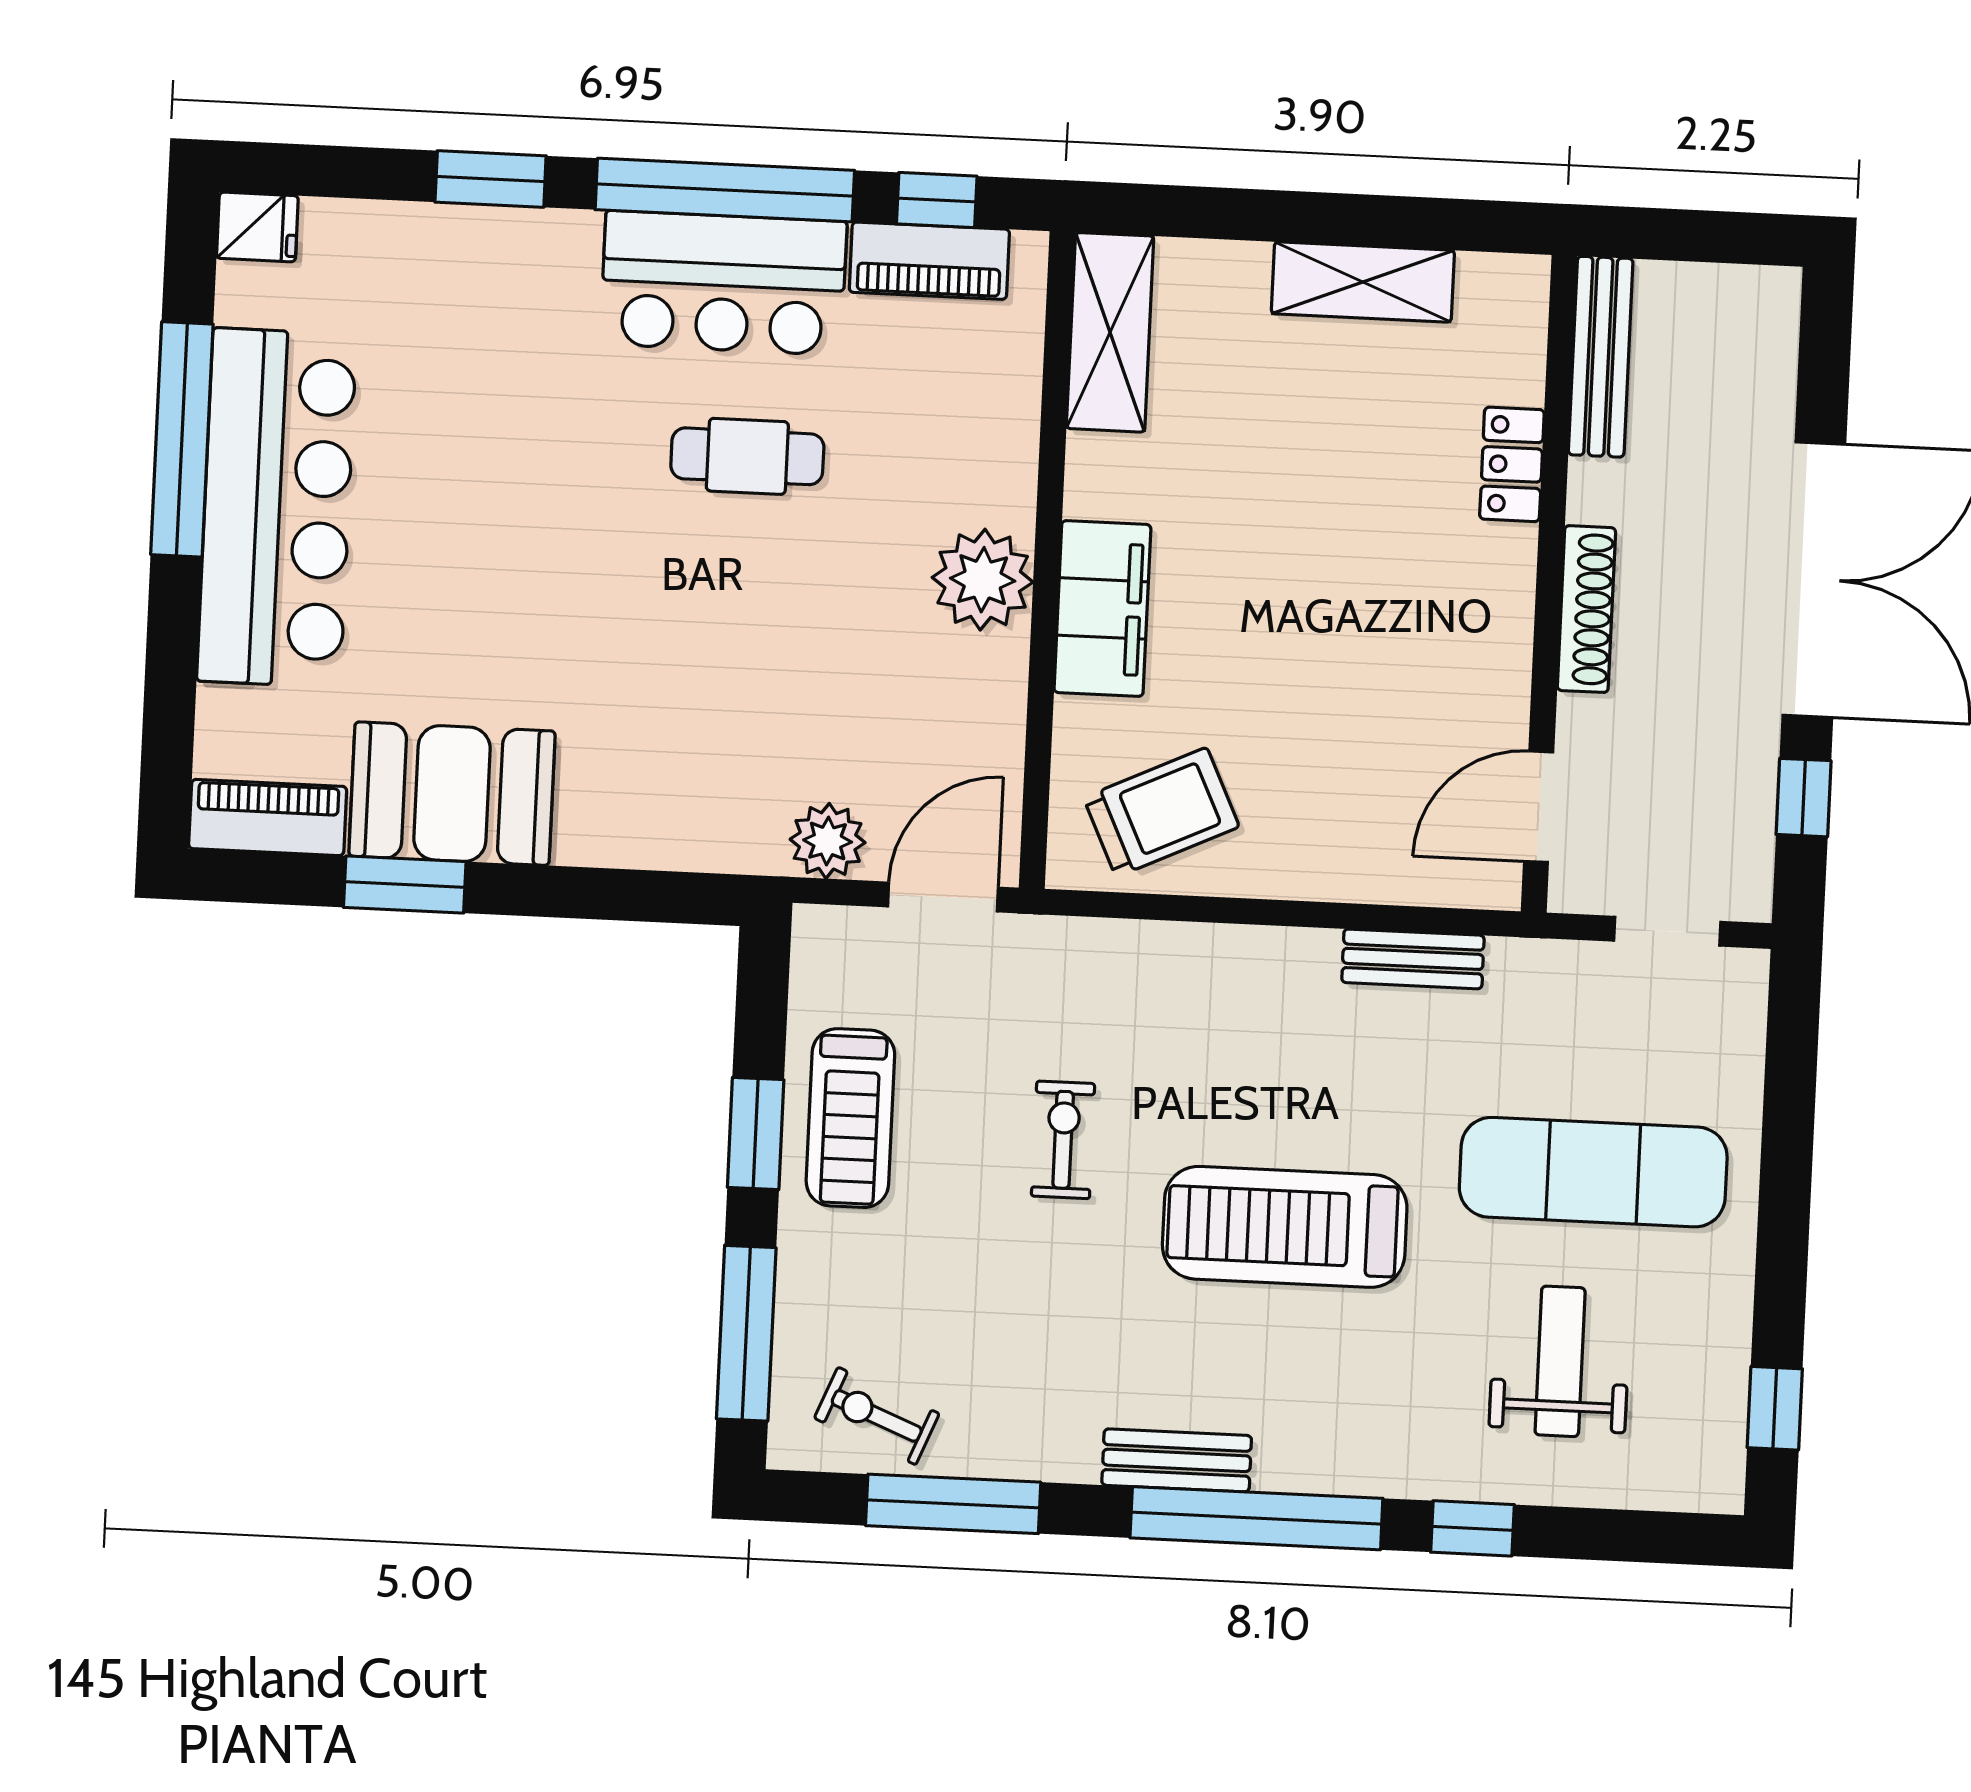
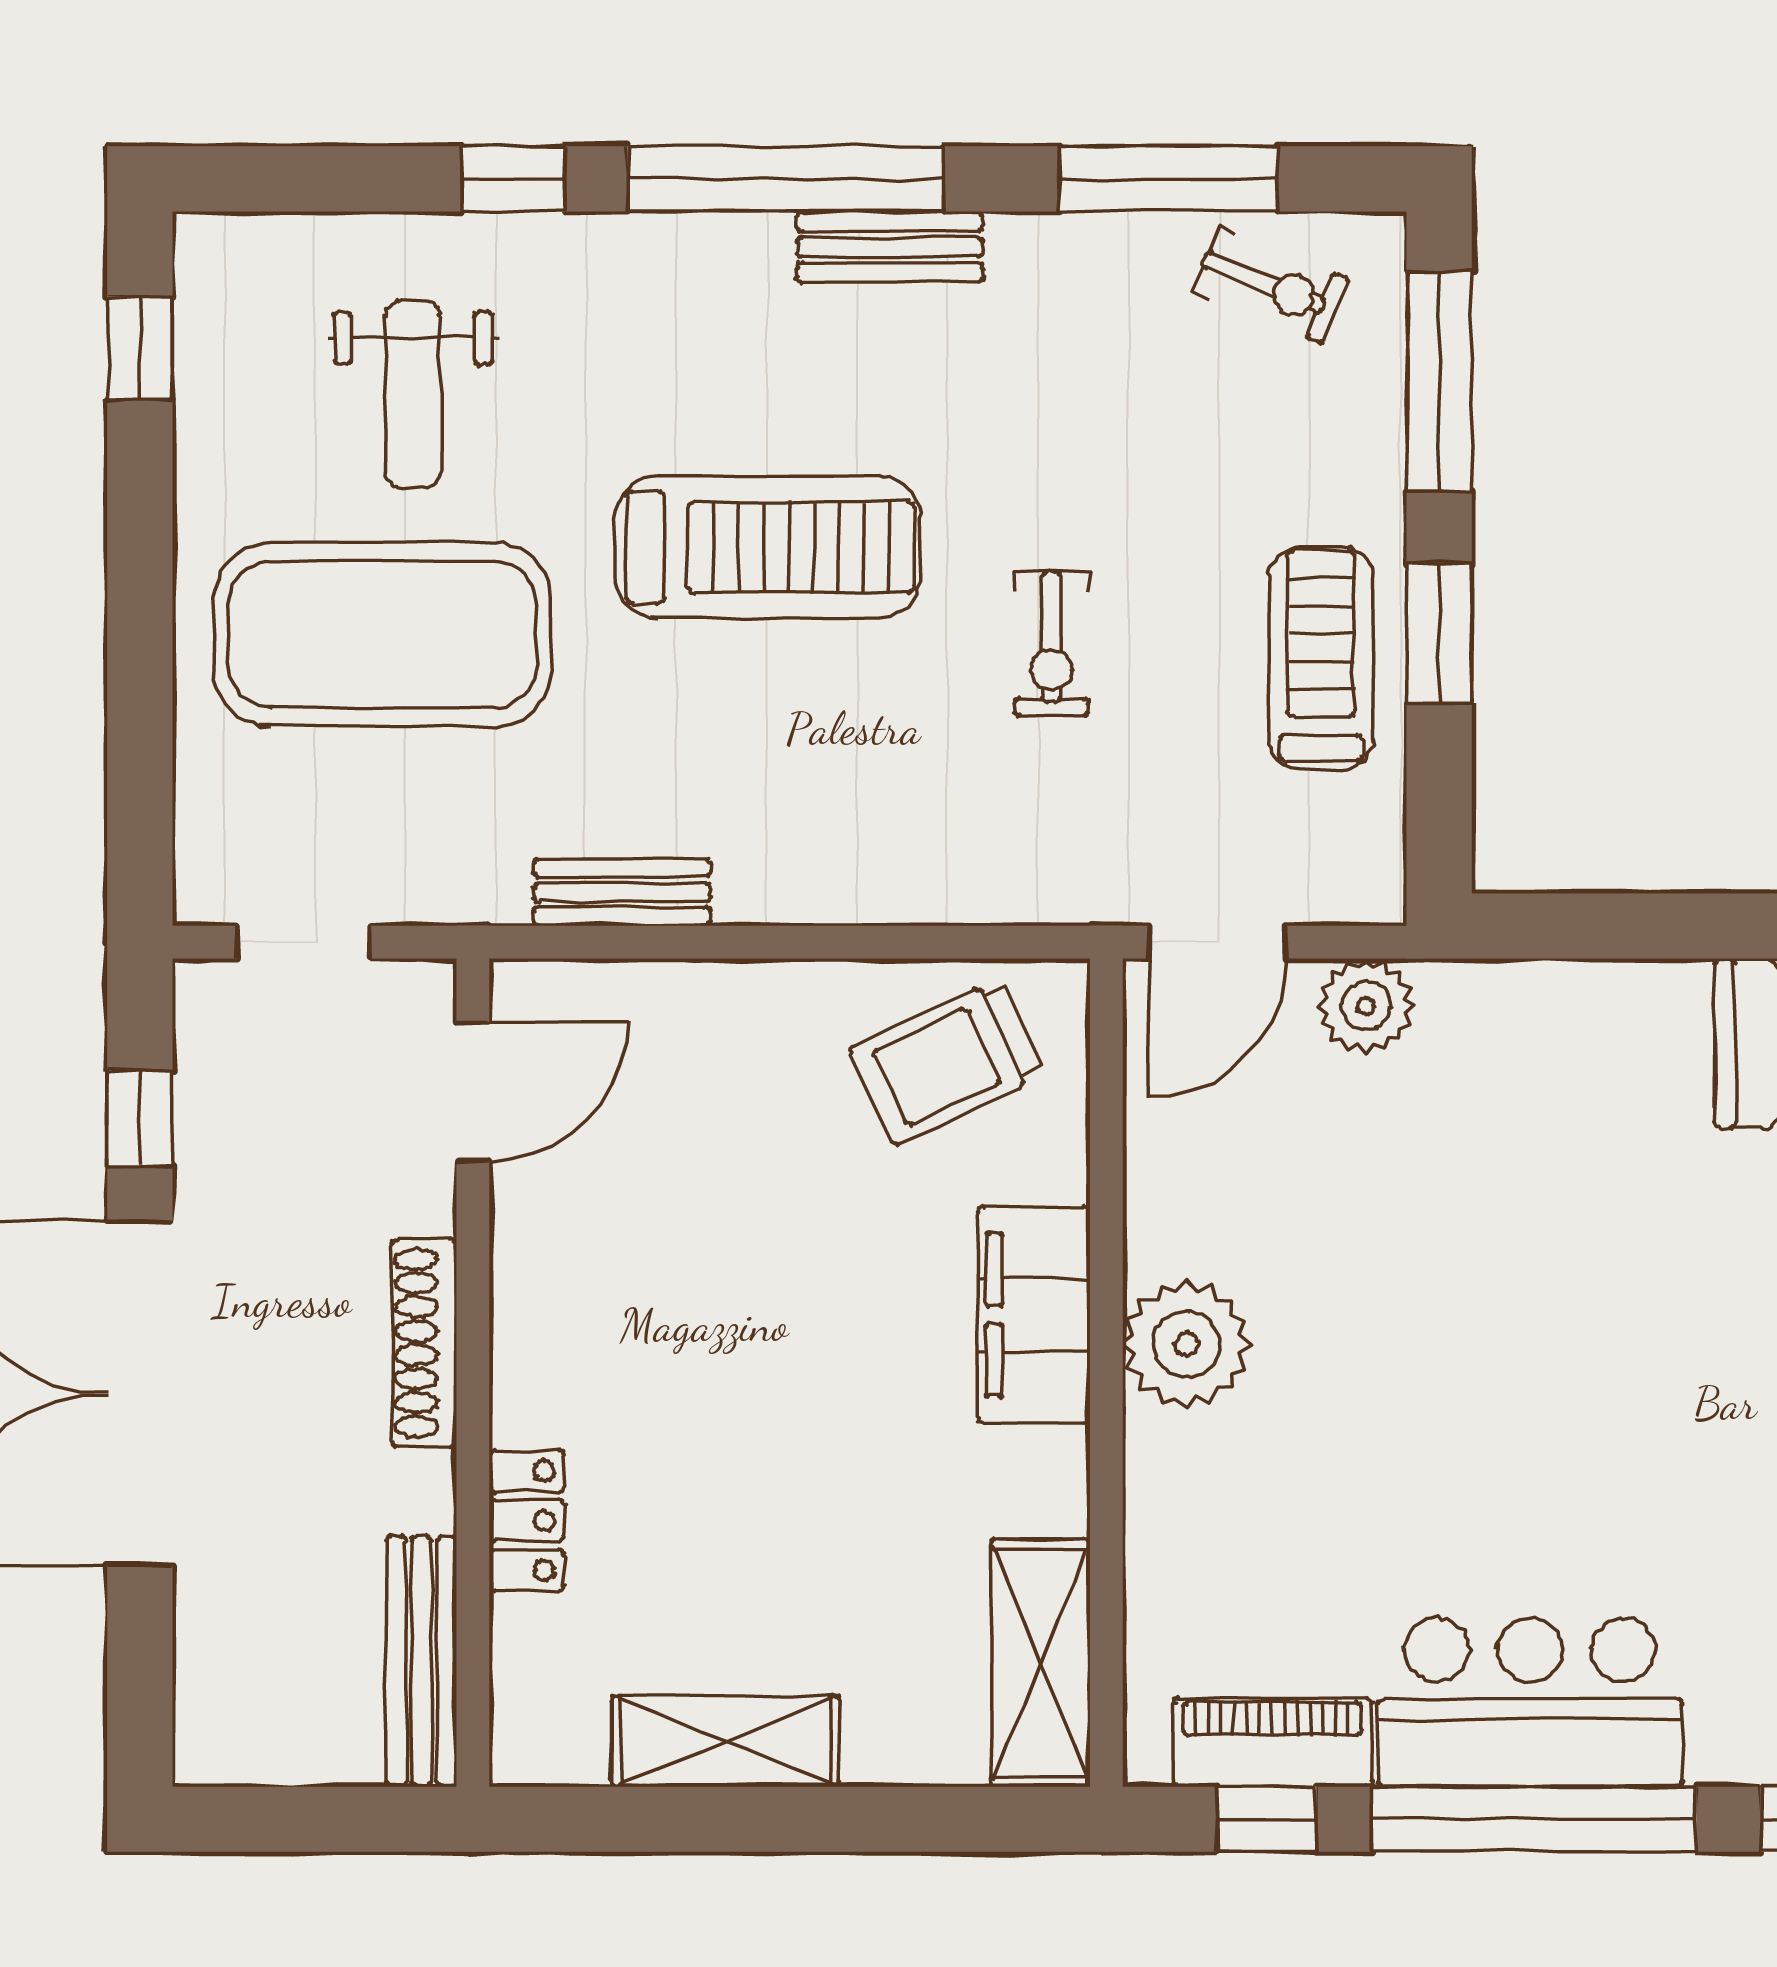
cafe table: (747, 456) -> (1490, 1485), removed
exercise mat: (1593, 1172) -> (383, 635), width x1.47

